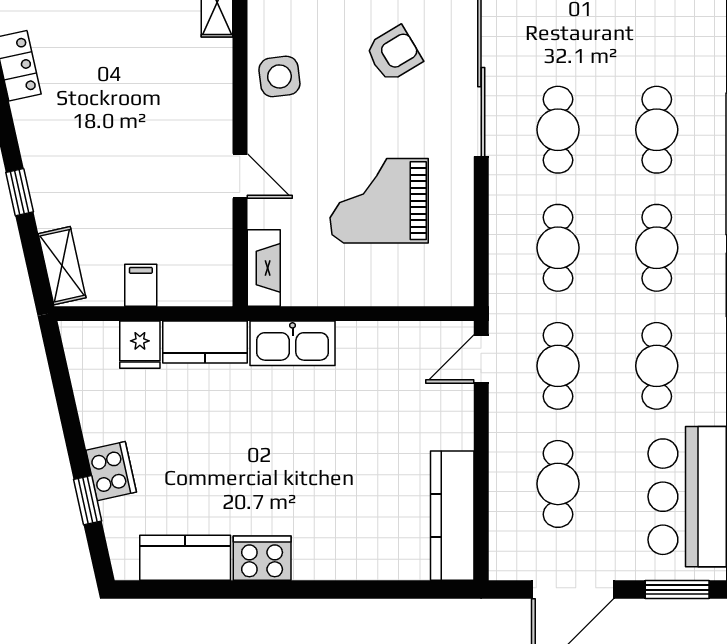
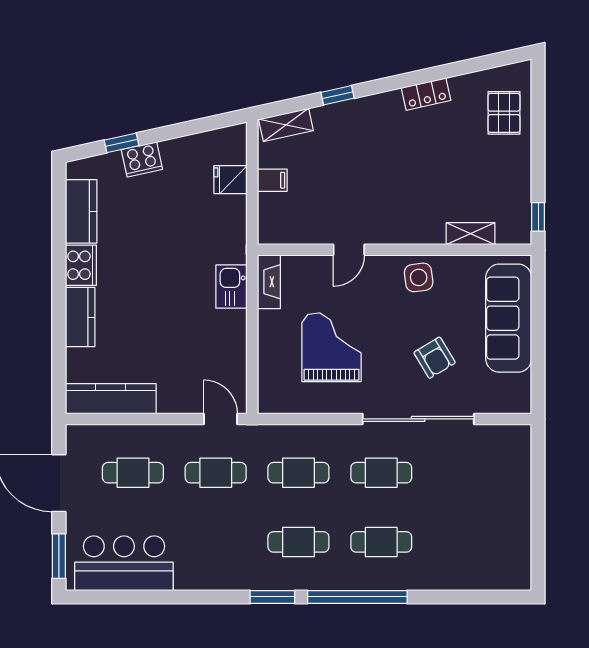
fireplace: (264, 268) -> (269, 282), moved, turned -90
kitchen counter: (205, 342) -> (80, 317), moved, turned 180
kitchen sink: (293, 343) -> (232, 287), width x0.73
cafe table: (657, 366) -> (216, 542), removed

